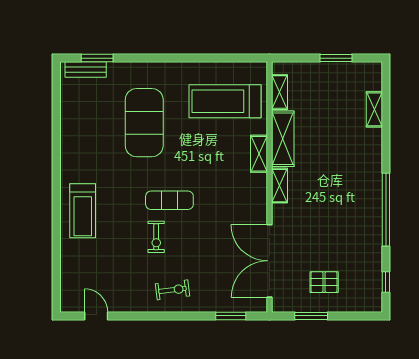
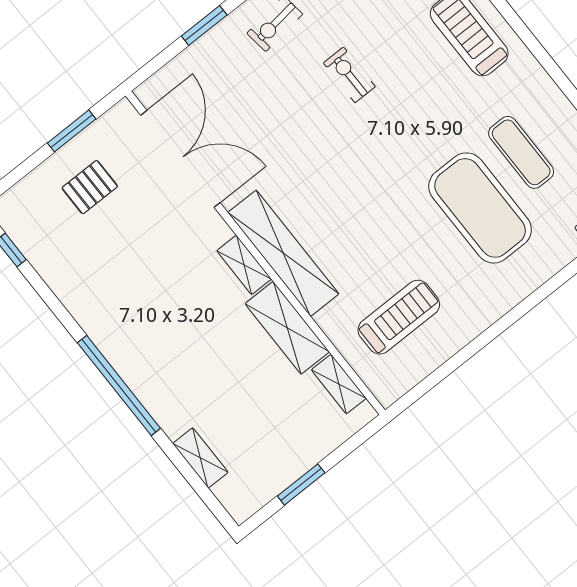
treadmill: (225, 101) -> (399, 317), width x0.73, depth x0.73
shelving: (259, 154) -> (283, 253), width x2.20, depth x1.33
exercise mat: (169, 200) -> (521, 152), moved, turned 90
window: (386, 210) -> (119, 386), moved
window: (231, 316) -> (204, 25), moved

